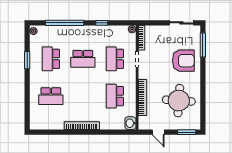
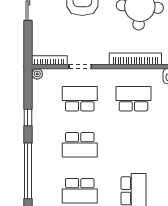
school desk: (83, 59) -> (80, 145), turned 90
school desk: (115, 59) -> (80, 99), turned 180
school desk: (115, 96) -> (133, 99), turned 180

